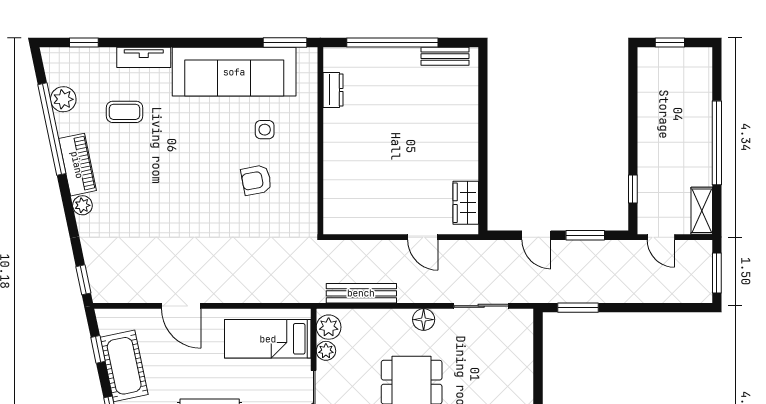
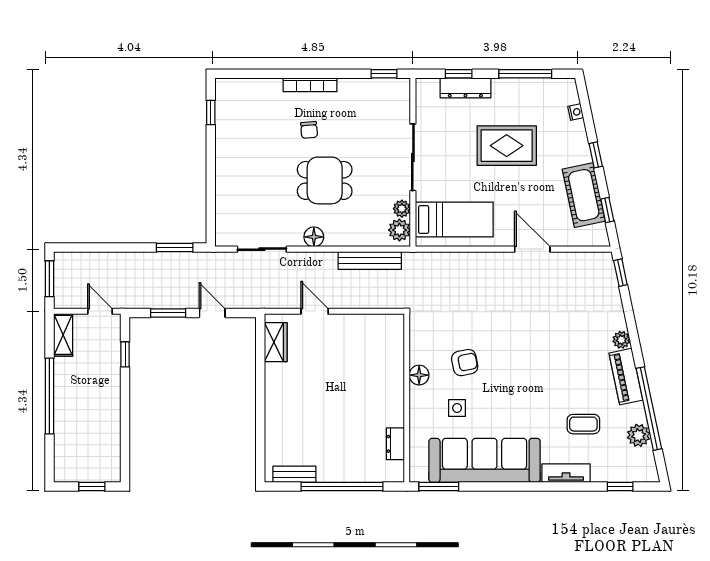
floor lamp: (307, 166) -> (419, 375), added

